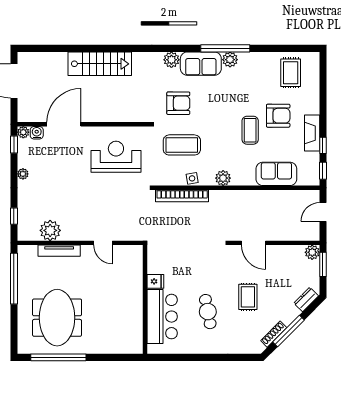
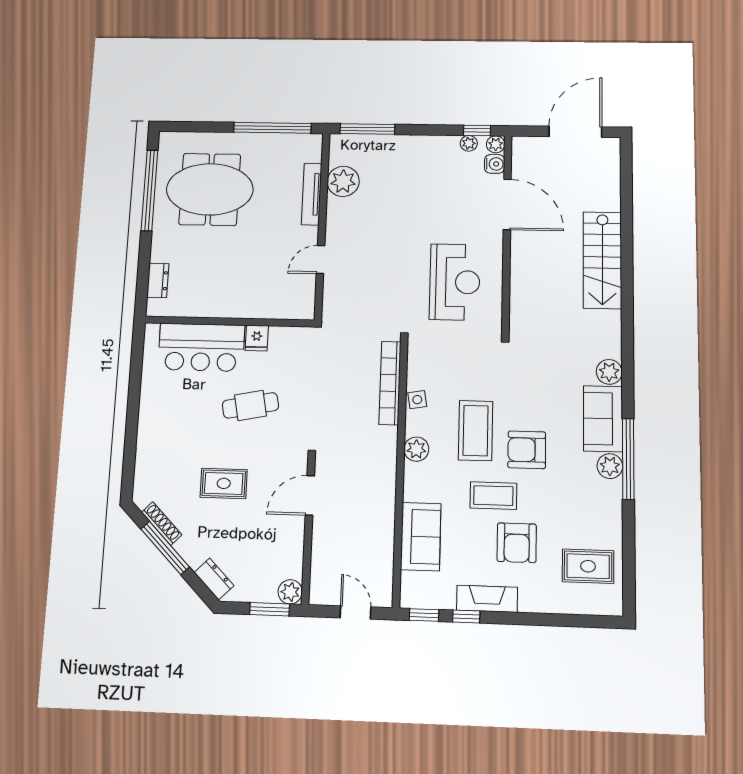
armchair: (178, 103) -> (527, 450), moved, turned 90
coffee table: (182, 145) -> (476, 431), moved
plant: (23, 174) -> (469, 143), moved
window: (14, 216) -> (367, 129), width x2.17
cafe table: (208, 312) -> (250, 405), moved
dresser: (119, 348) -> (158, 281), added

